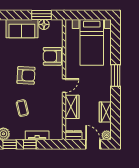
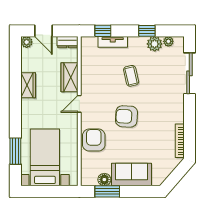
armchair: (52, 56) -> (94, 140), turned -90
window: (116, 76) -> (15, 151), moved
wardrobe: (105, 112) -> (28, 85), moved
window: (30, 144) -> (103, 31), moved

